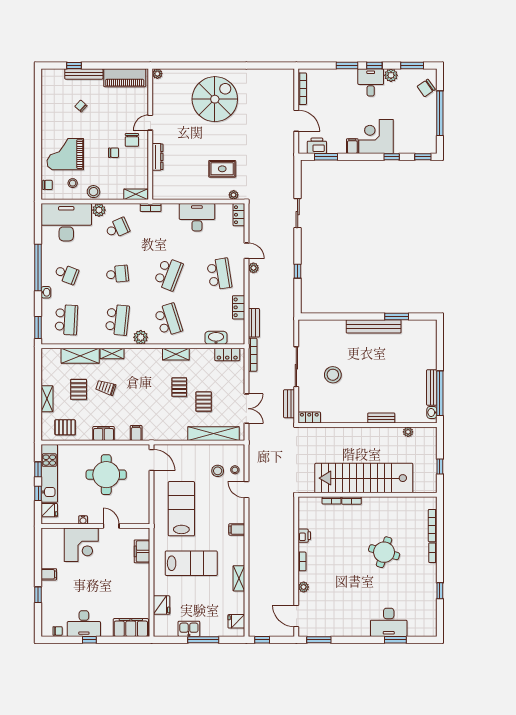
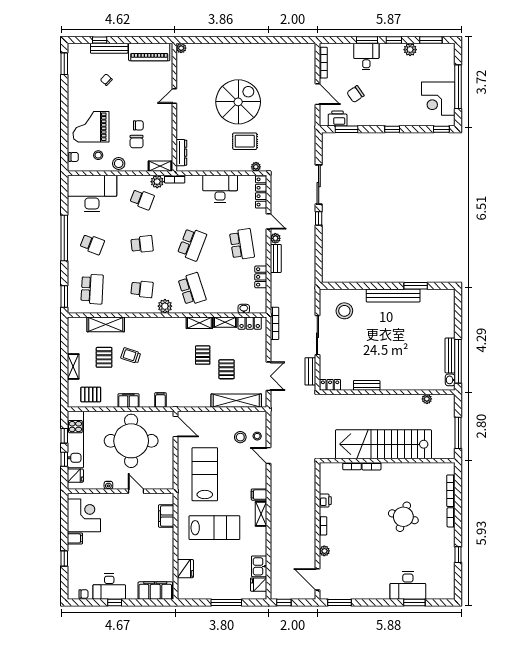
desk: (371, 82) -> (366, 57), moved
chair: (426, 88) -> (355, 94), moved
window: (38, 90) -> (64, 64), added
spiral stairs: (215, 99) -> (238, 102), moved
corner desk: (376, 136) -> (438, 99), moved, turned -90
chair: (132, 140) -> (137, 142), moved
filing cabinet: (352, 146) -> (372, 119), removed
dresser: (158, 157) -> (181, 153), moved
window: (392, 157) -> (392, 129), moved
plant: (99, 210) -> (157, 182), moved
sliding door: (298, 213) -> (319, 185), width x1.37
locker: (239, 215) -> (261, 192), width x1.53
school desk: (117, 228) -> (142, 199), turned 45
window: (298, 271) -> (319, 218), moved
washbasin: (46, 292) -> (72, 262), removed
school desk: (117, 320) -> (142, 289), width x0.54
bench: (254, 323) -> (276, 258), moved
washbasin: (216, 338) -> (244, 309), width x0.52, depth x0.69
shelving: (112, 354) -> (225, 322), moved
stool: (333, 375) -> (344, 311), moved
bench: (381, 418) -> (367, 385), moved
window: (440, 467) -> (458, 433), width x2.17
round table: (106, 475) -> (131, 441), width x1.36, depth x1.36
corner desk: (81, 545) -> (84, 515), moved, turned -90
shelving: (239, 578) -> (261, 514), moved
kitchen sink: (189, 629) -> (259, 566), moved, turned -90

